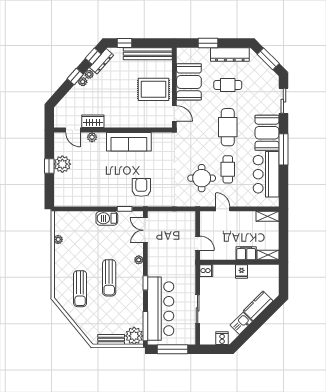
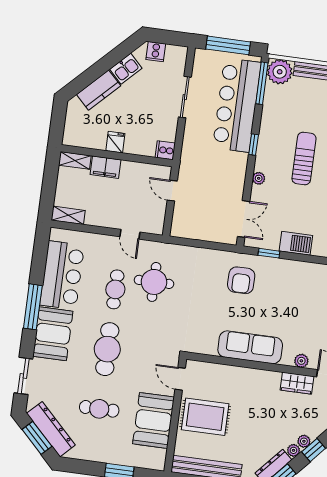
dresser: (230, 55) -> (51, 429), moved, turned 45

